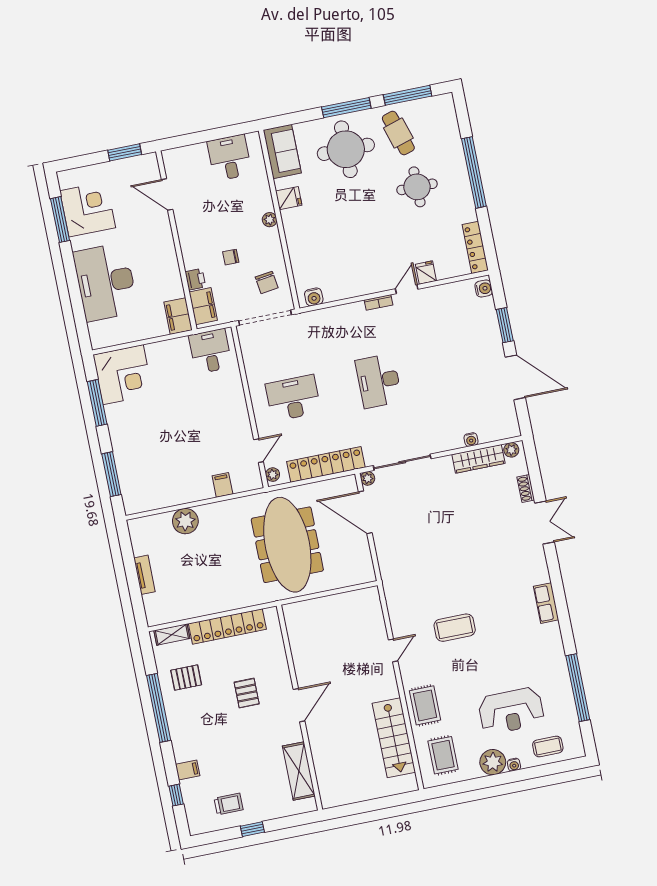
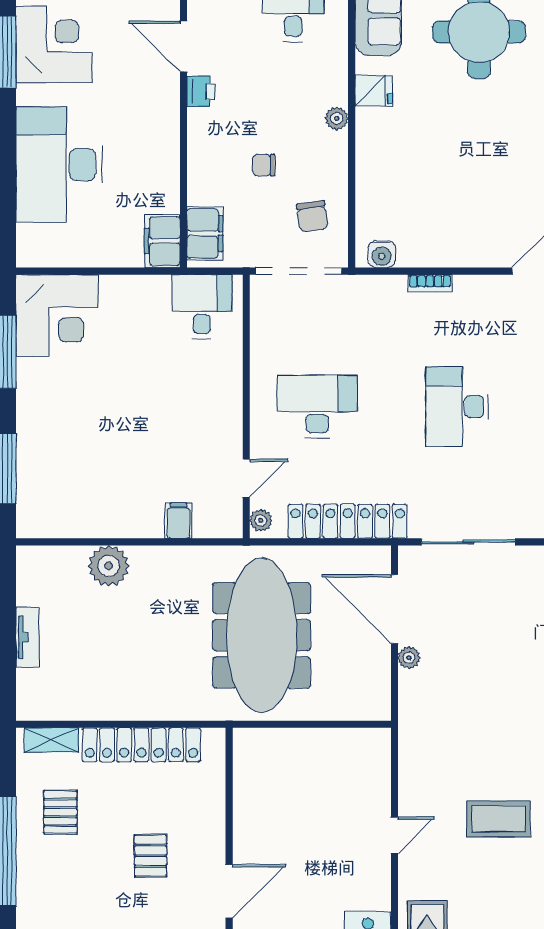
printer: (195, 279) -> (201, 91), moved
bookcase: (379, 302) -> (430, 283), moved
plant: (368, 478) -> (409, 658), moved
pallet: (186, 678) -> (60, 812), turned 90

